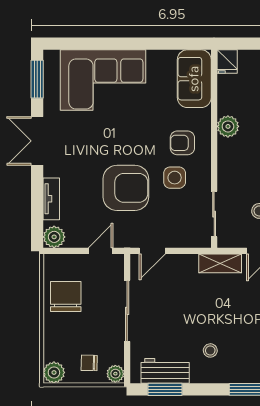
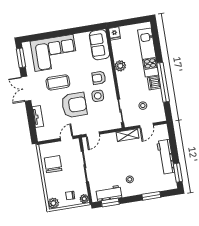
coffee table: (101, 139) -> (58, 82), added
plant: (54, 237) -> (42, 135), removed

